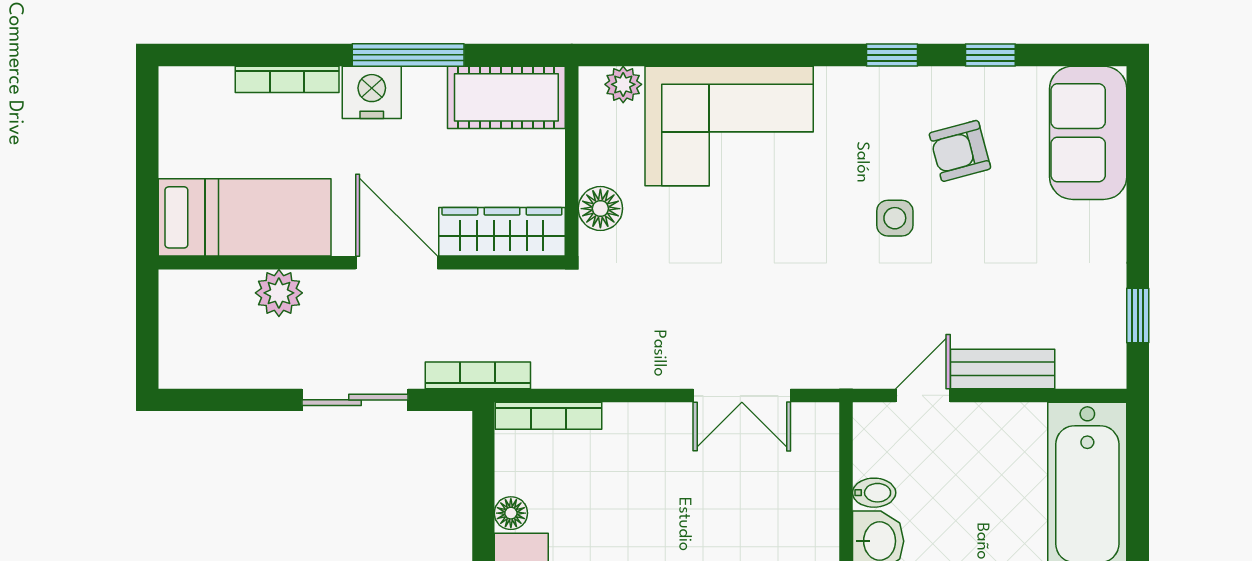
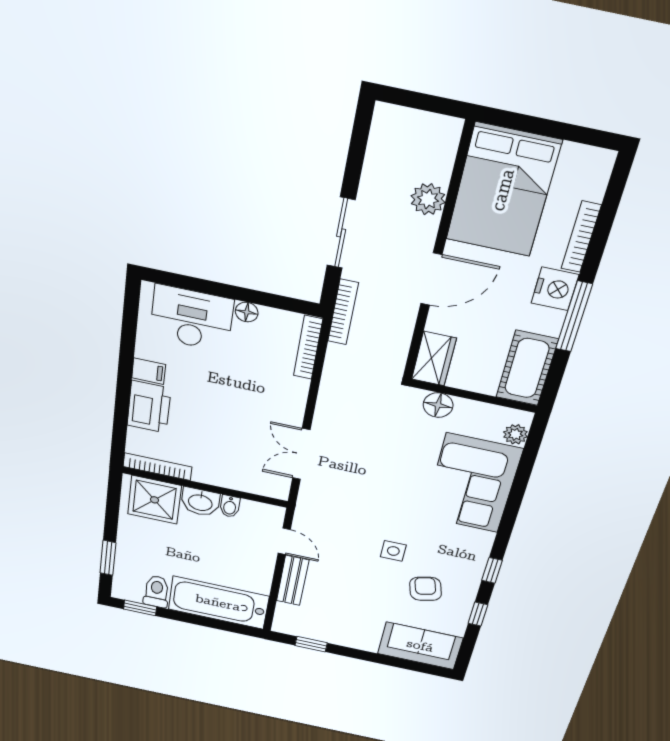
bed: (245, 217) -> (503, 190), width x1.50
wardrobe: (502, 232) -> (434, 359), width x0.67

